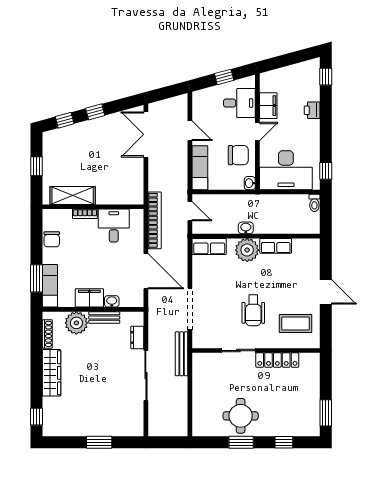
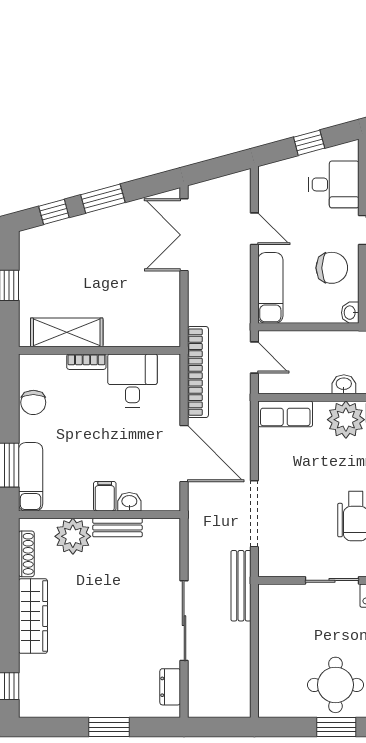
window: (95, 112) -> (103, 199), width x1.50
filing cabinet: (89, 298) -> (105, 496), width x0.50
dresser: (137, 337) -> (170, 687), moved

